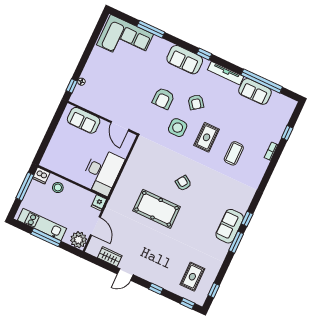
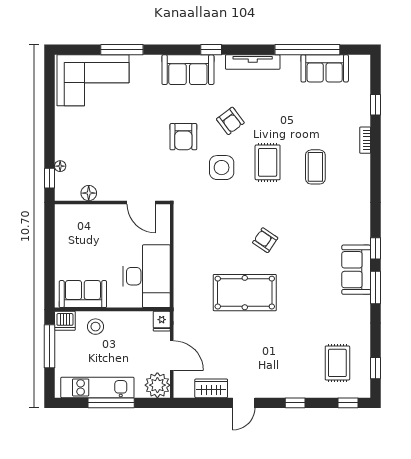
sofa: (255, 91) -> (325, 68), moved
floor lamp: (91, 106) -> (89, 193), added
sofa: (84, 120) -> (83, 294), moved, turned 180

